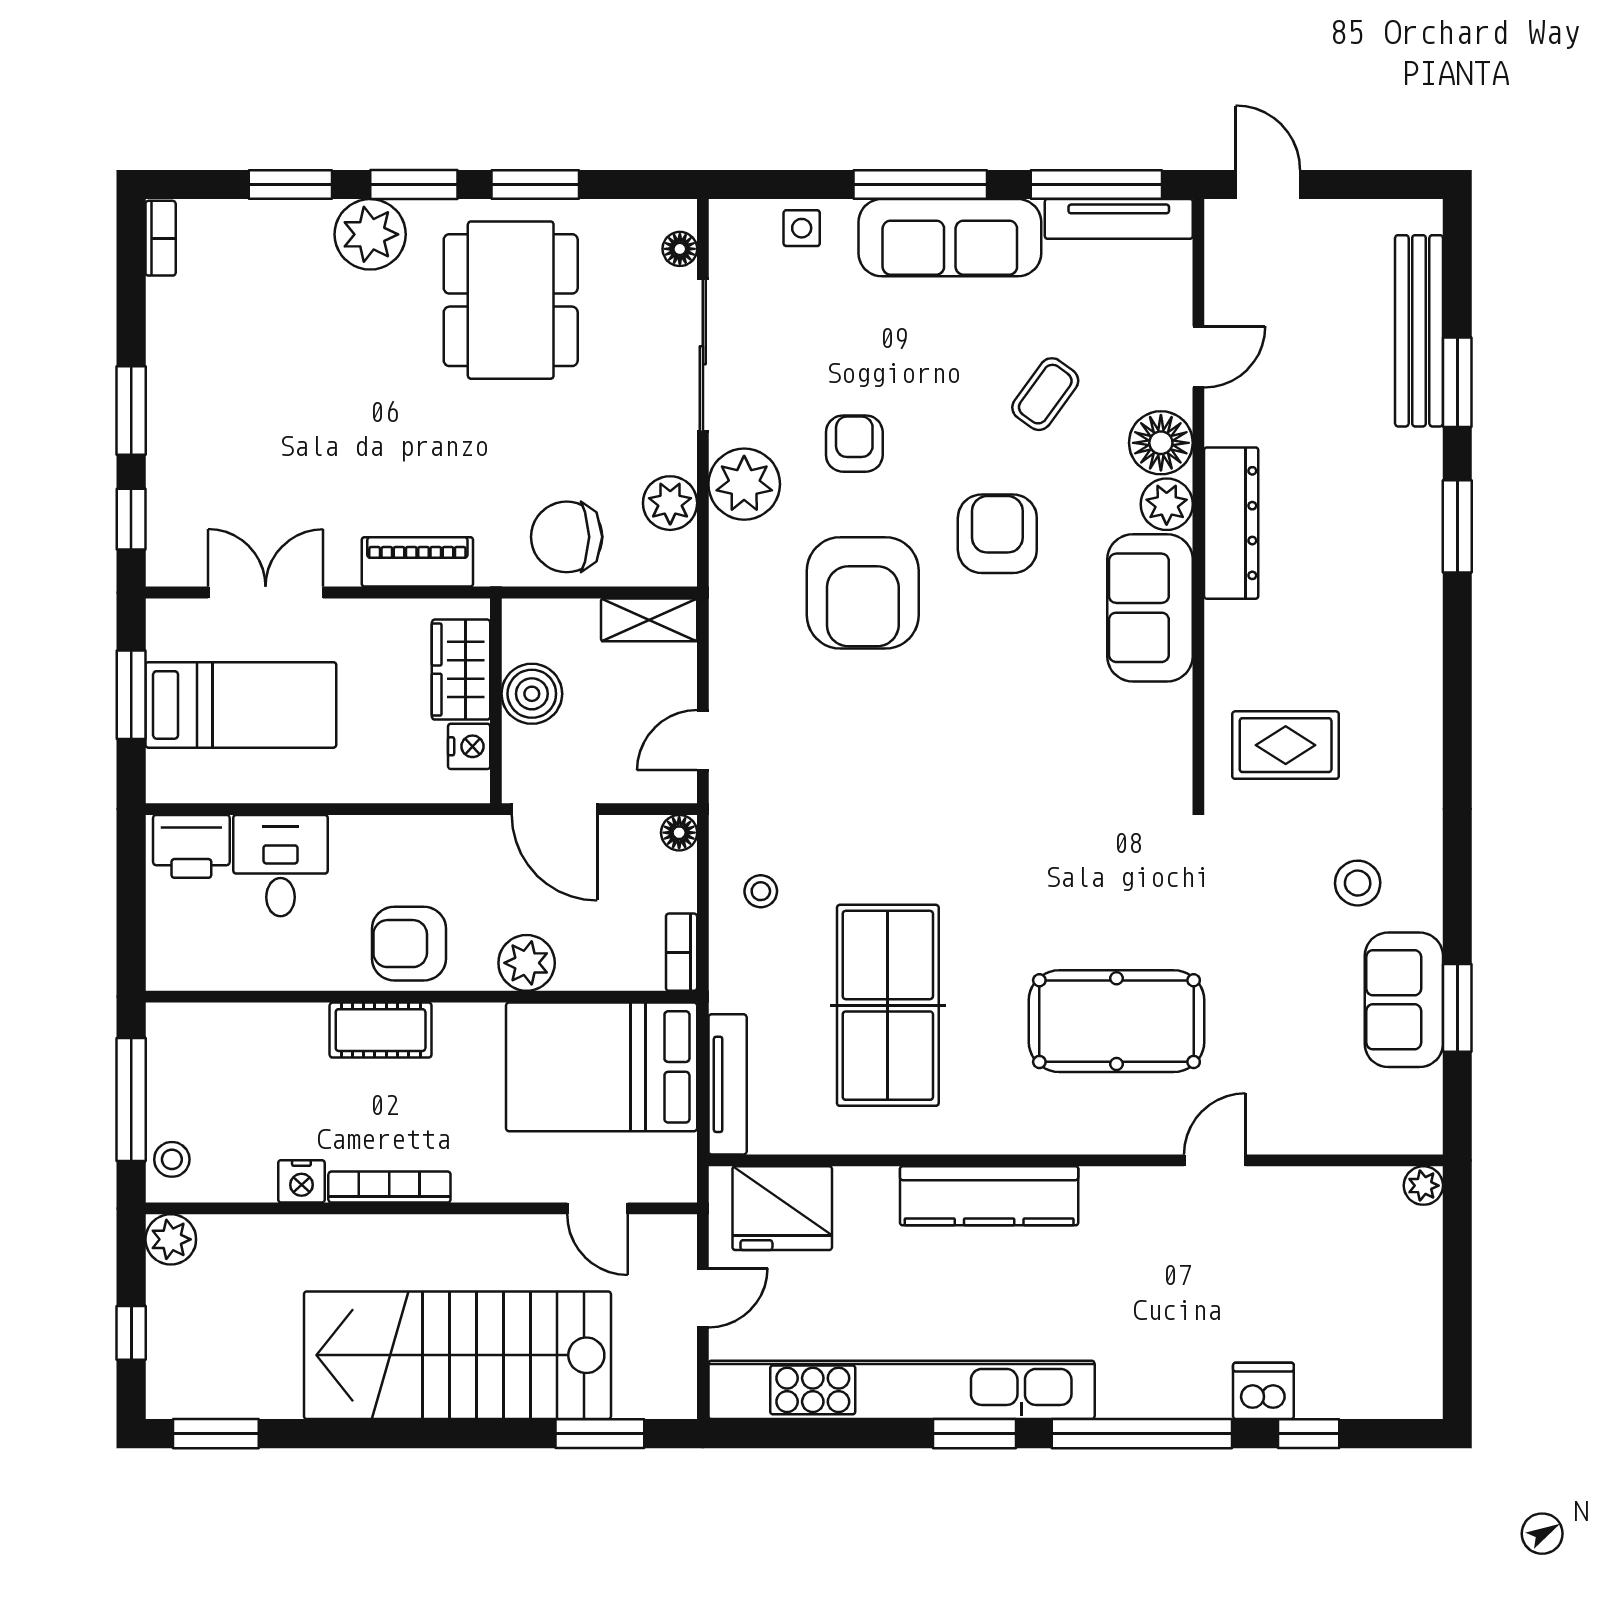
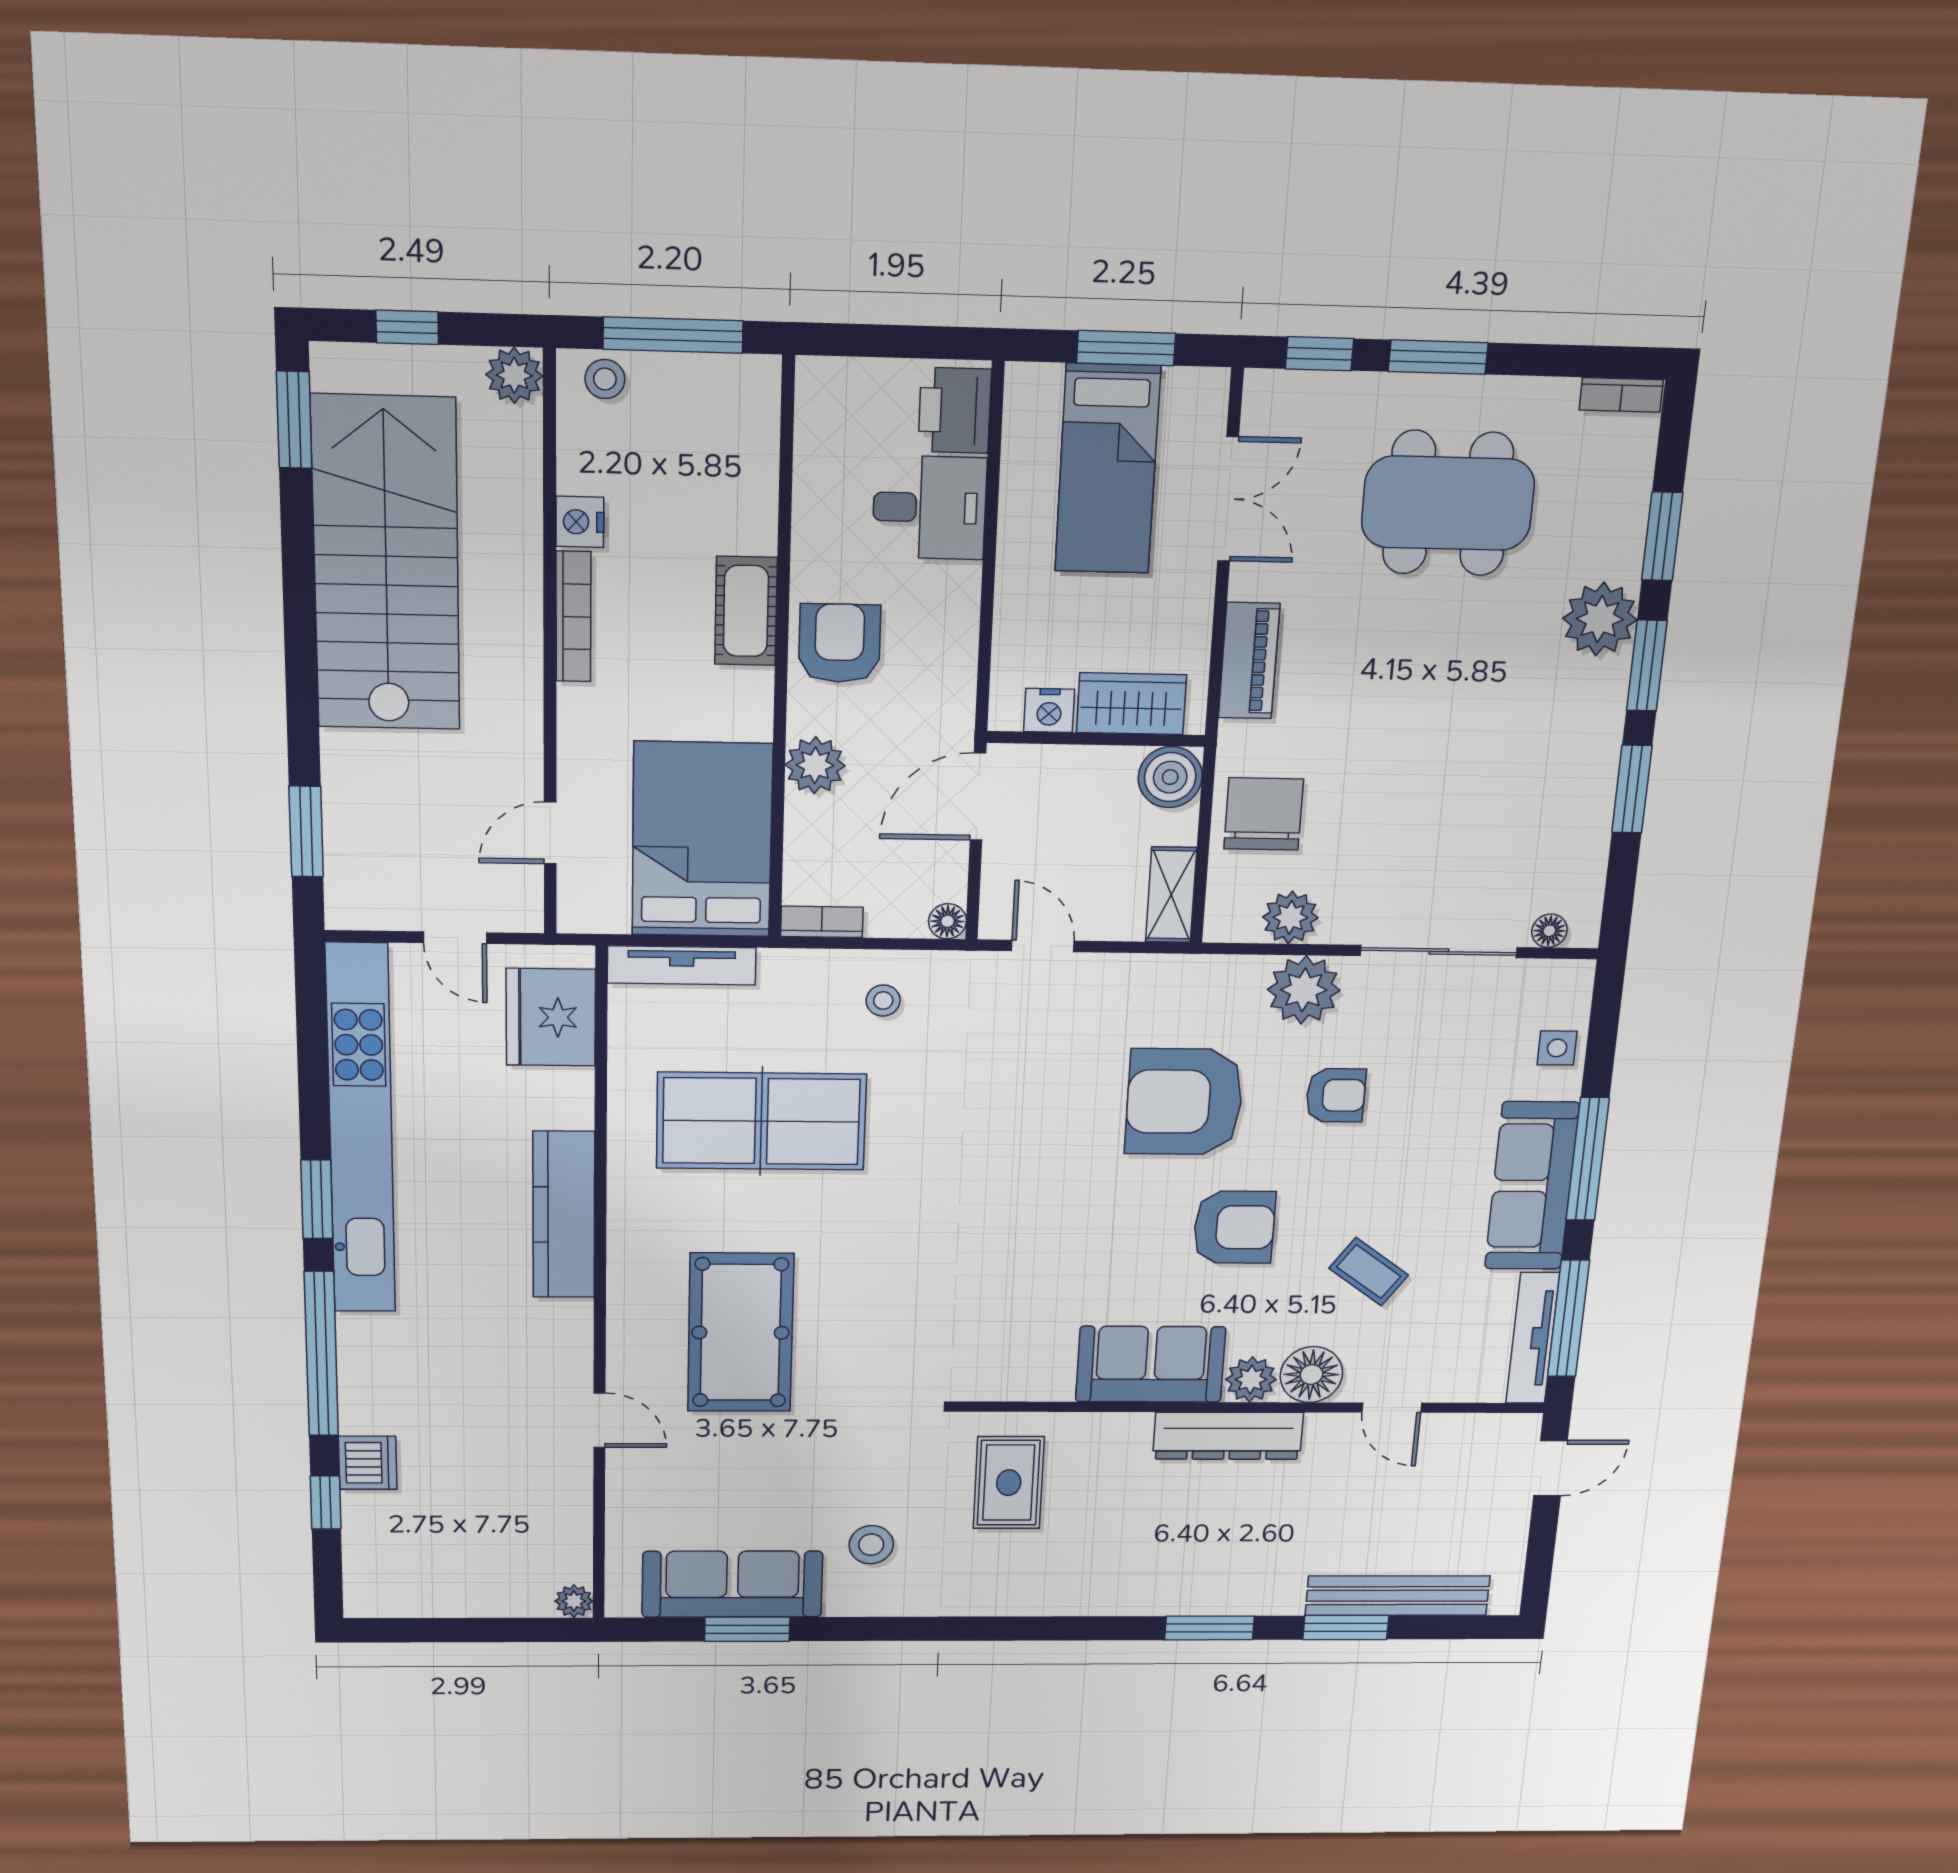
dining table: (511, 300) -> (1448, 503), moved
boiler: (532, 694) -> (1170, 777), moved
sofa: (1404, 1000) -> (732, 1584), width x1.36
stairs: (457, 1355) -> (386, 564), moved

